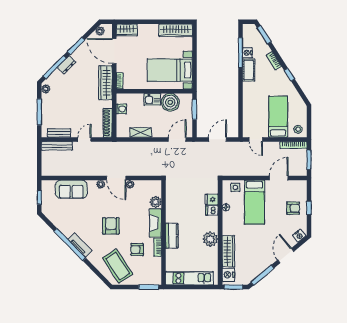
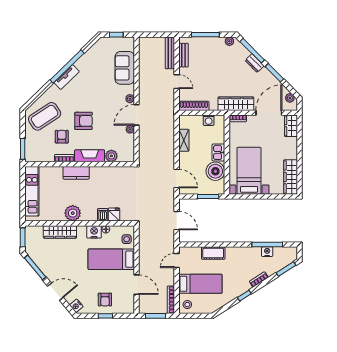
cot: (249, 70) -> (213, 253), moved
armchair: (111, 226) -> (84, 121), moved
nightstand: (228, 275) -> (94, 232), moved

